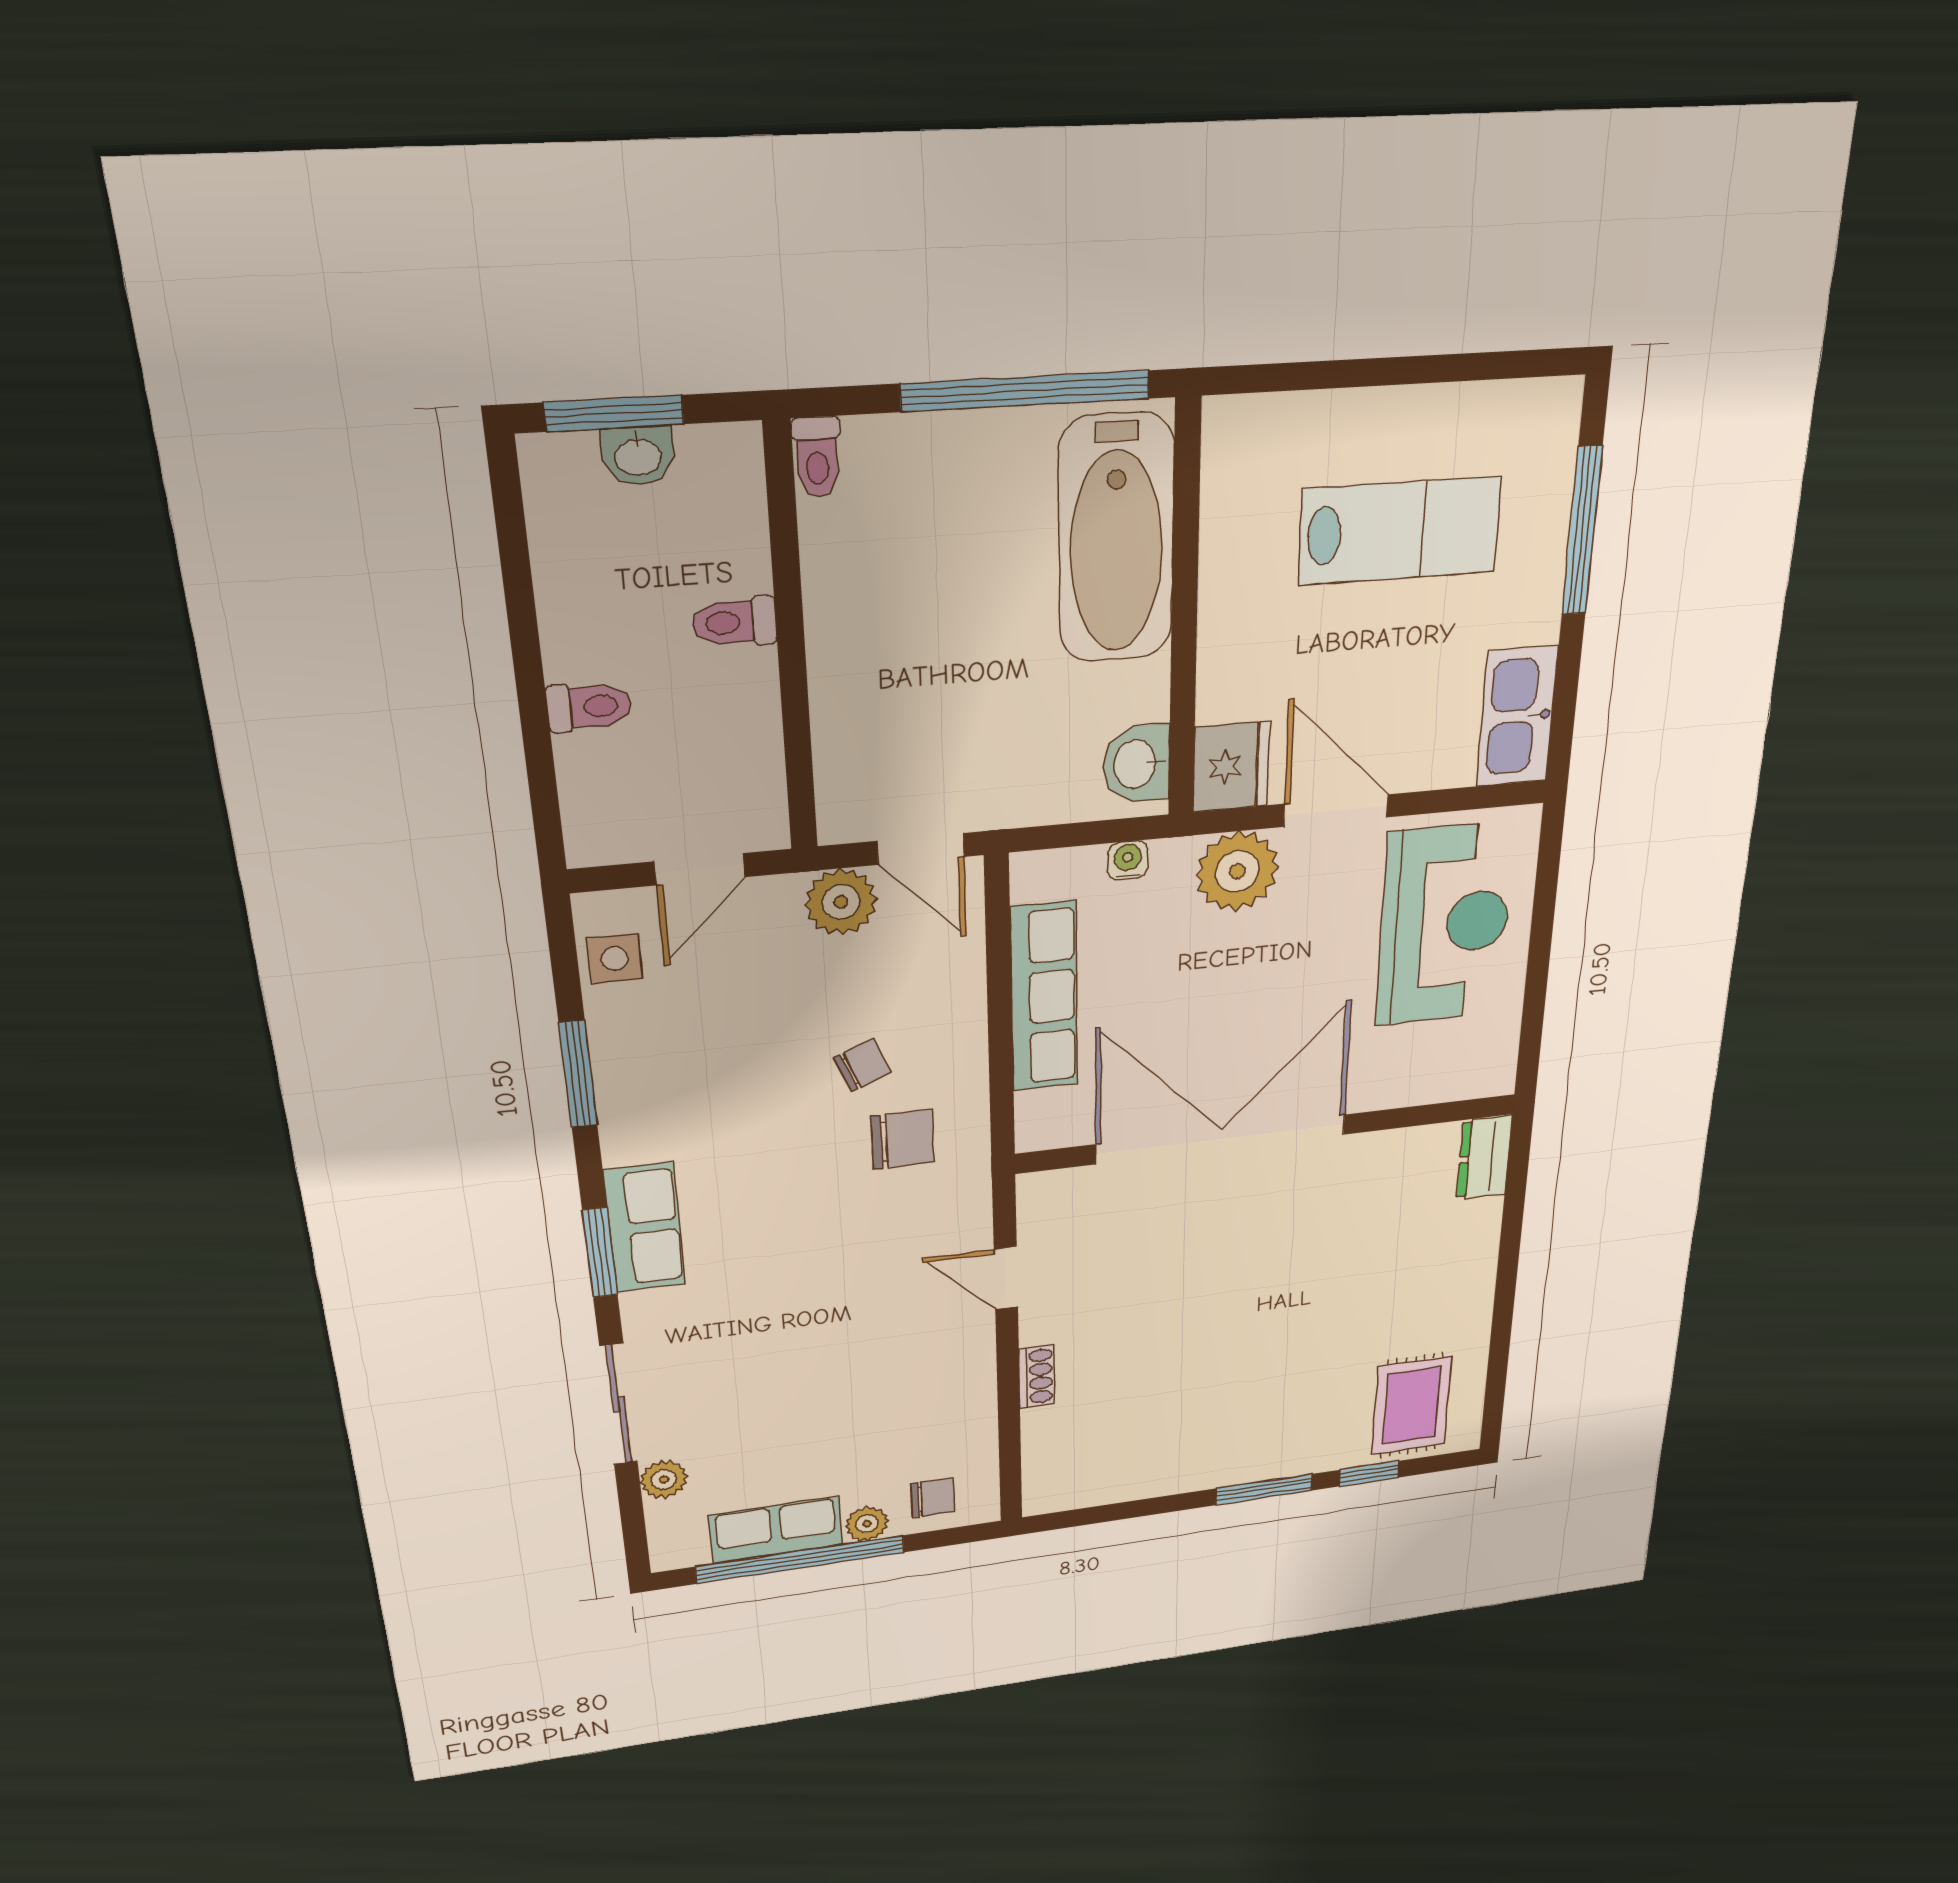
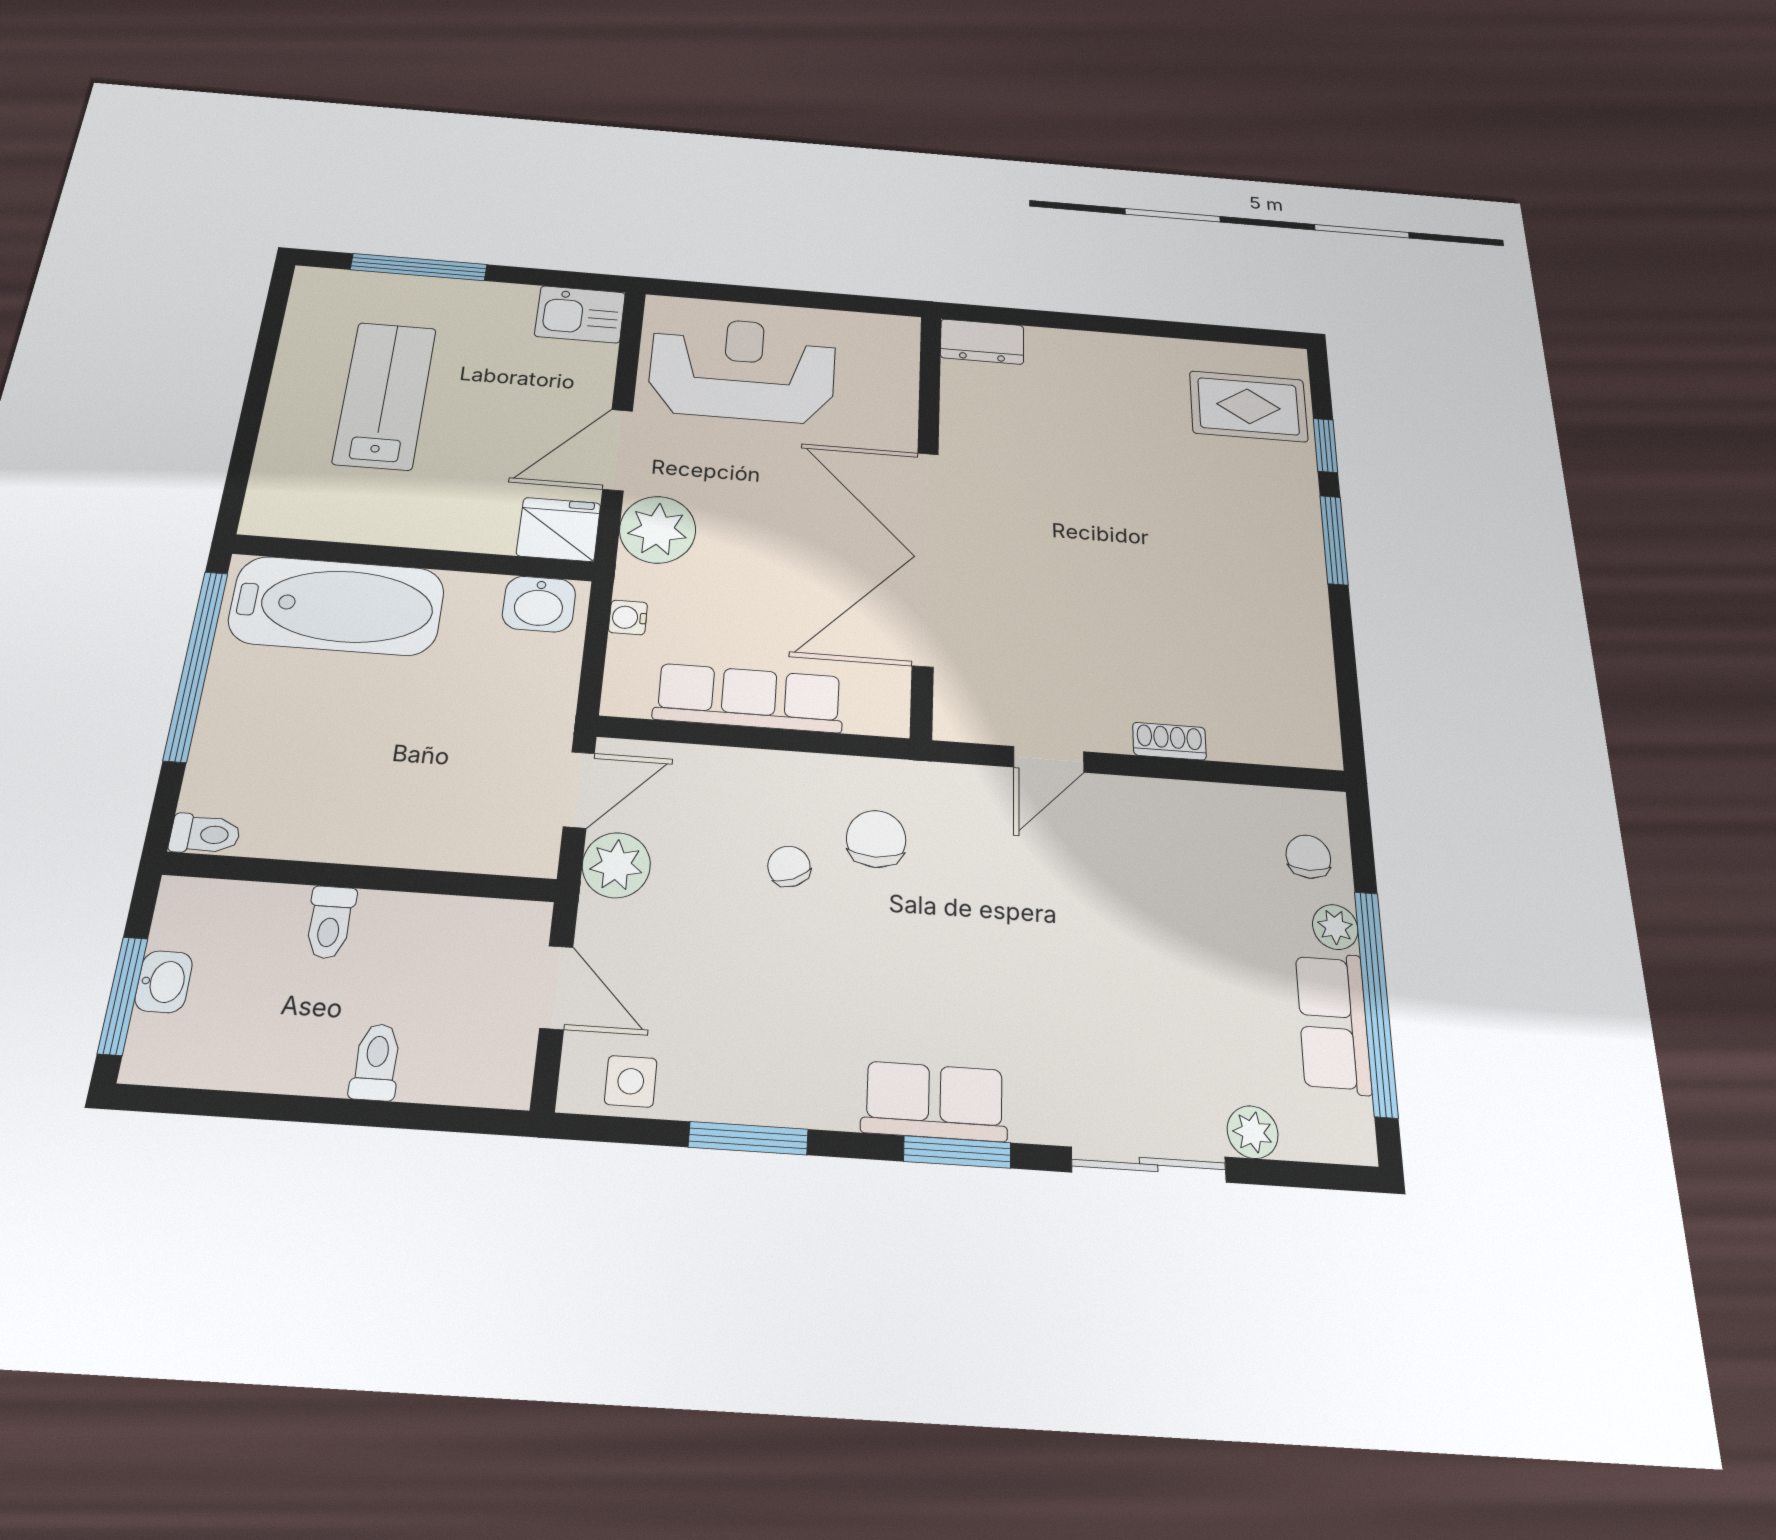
kitchen sink: (1517, 716) -> (580, 314), width x0.73

